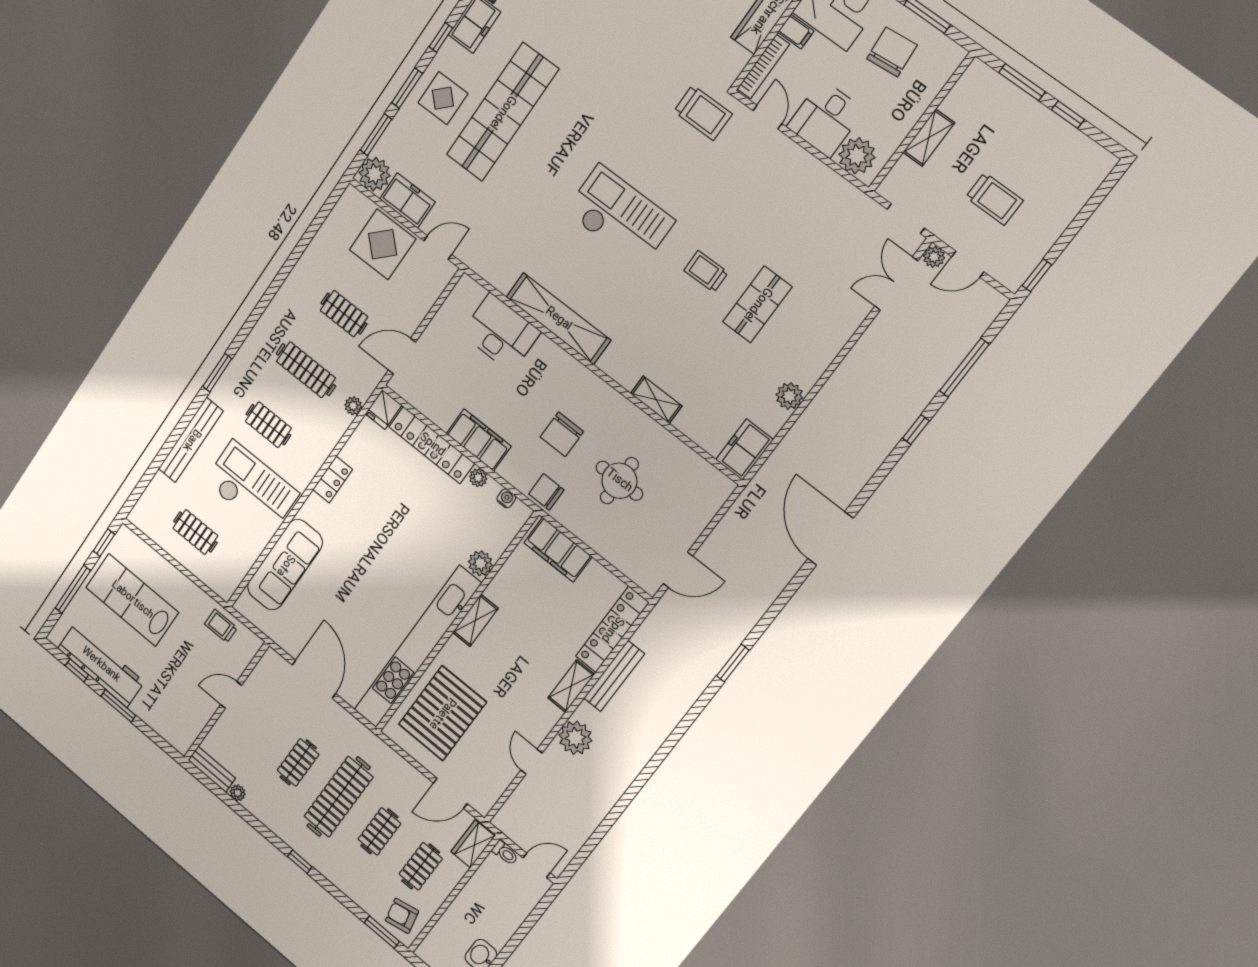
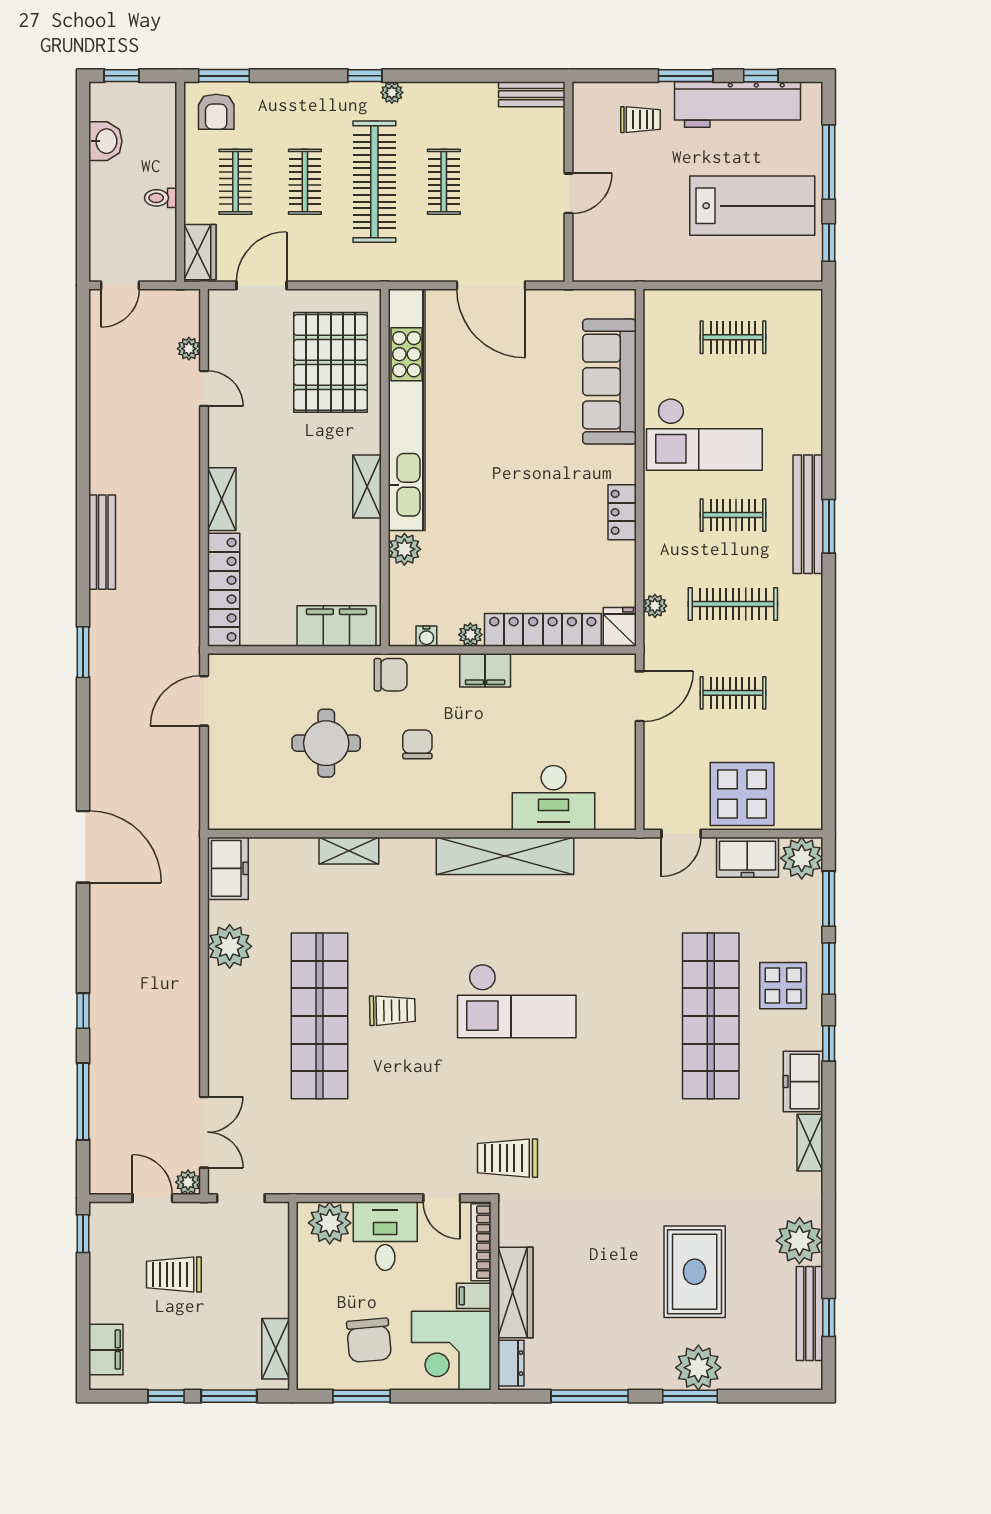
shelving: (929, 138) -> (276, 1349), moved
filing cabinet: (1085, 180) -> (106, 1350), added
door: (968, 264) -> (152, 1198), hinge flipped
shop shelf: (757, 304) -> (319, 1016), width x2.00, depth x1.36
plant: (789, 396) -> (230, 946), width x1.36, depth x1.36
chair: (562, 434) -> (417, 744), width x0.73, depth x0.73
bench: (191, 440) -> (808, 514), moved
filing cabinet: (479, 440) -> (485, 670), width x0.67, depth x0.86
trolley: (221, 626) -> (640, 120), moved
bench: (614, 676) -> (102, 542), moved
plant: (575, 738) -> (189, 349), moved, width x0.53, depth x0.53
plant: (238, 793) -> (392, 93), moved
toilet: (505, 853) -> (161, 198), moved
armchair: (402, 916) -> (216, 112), turned 102

